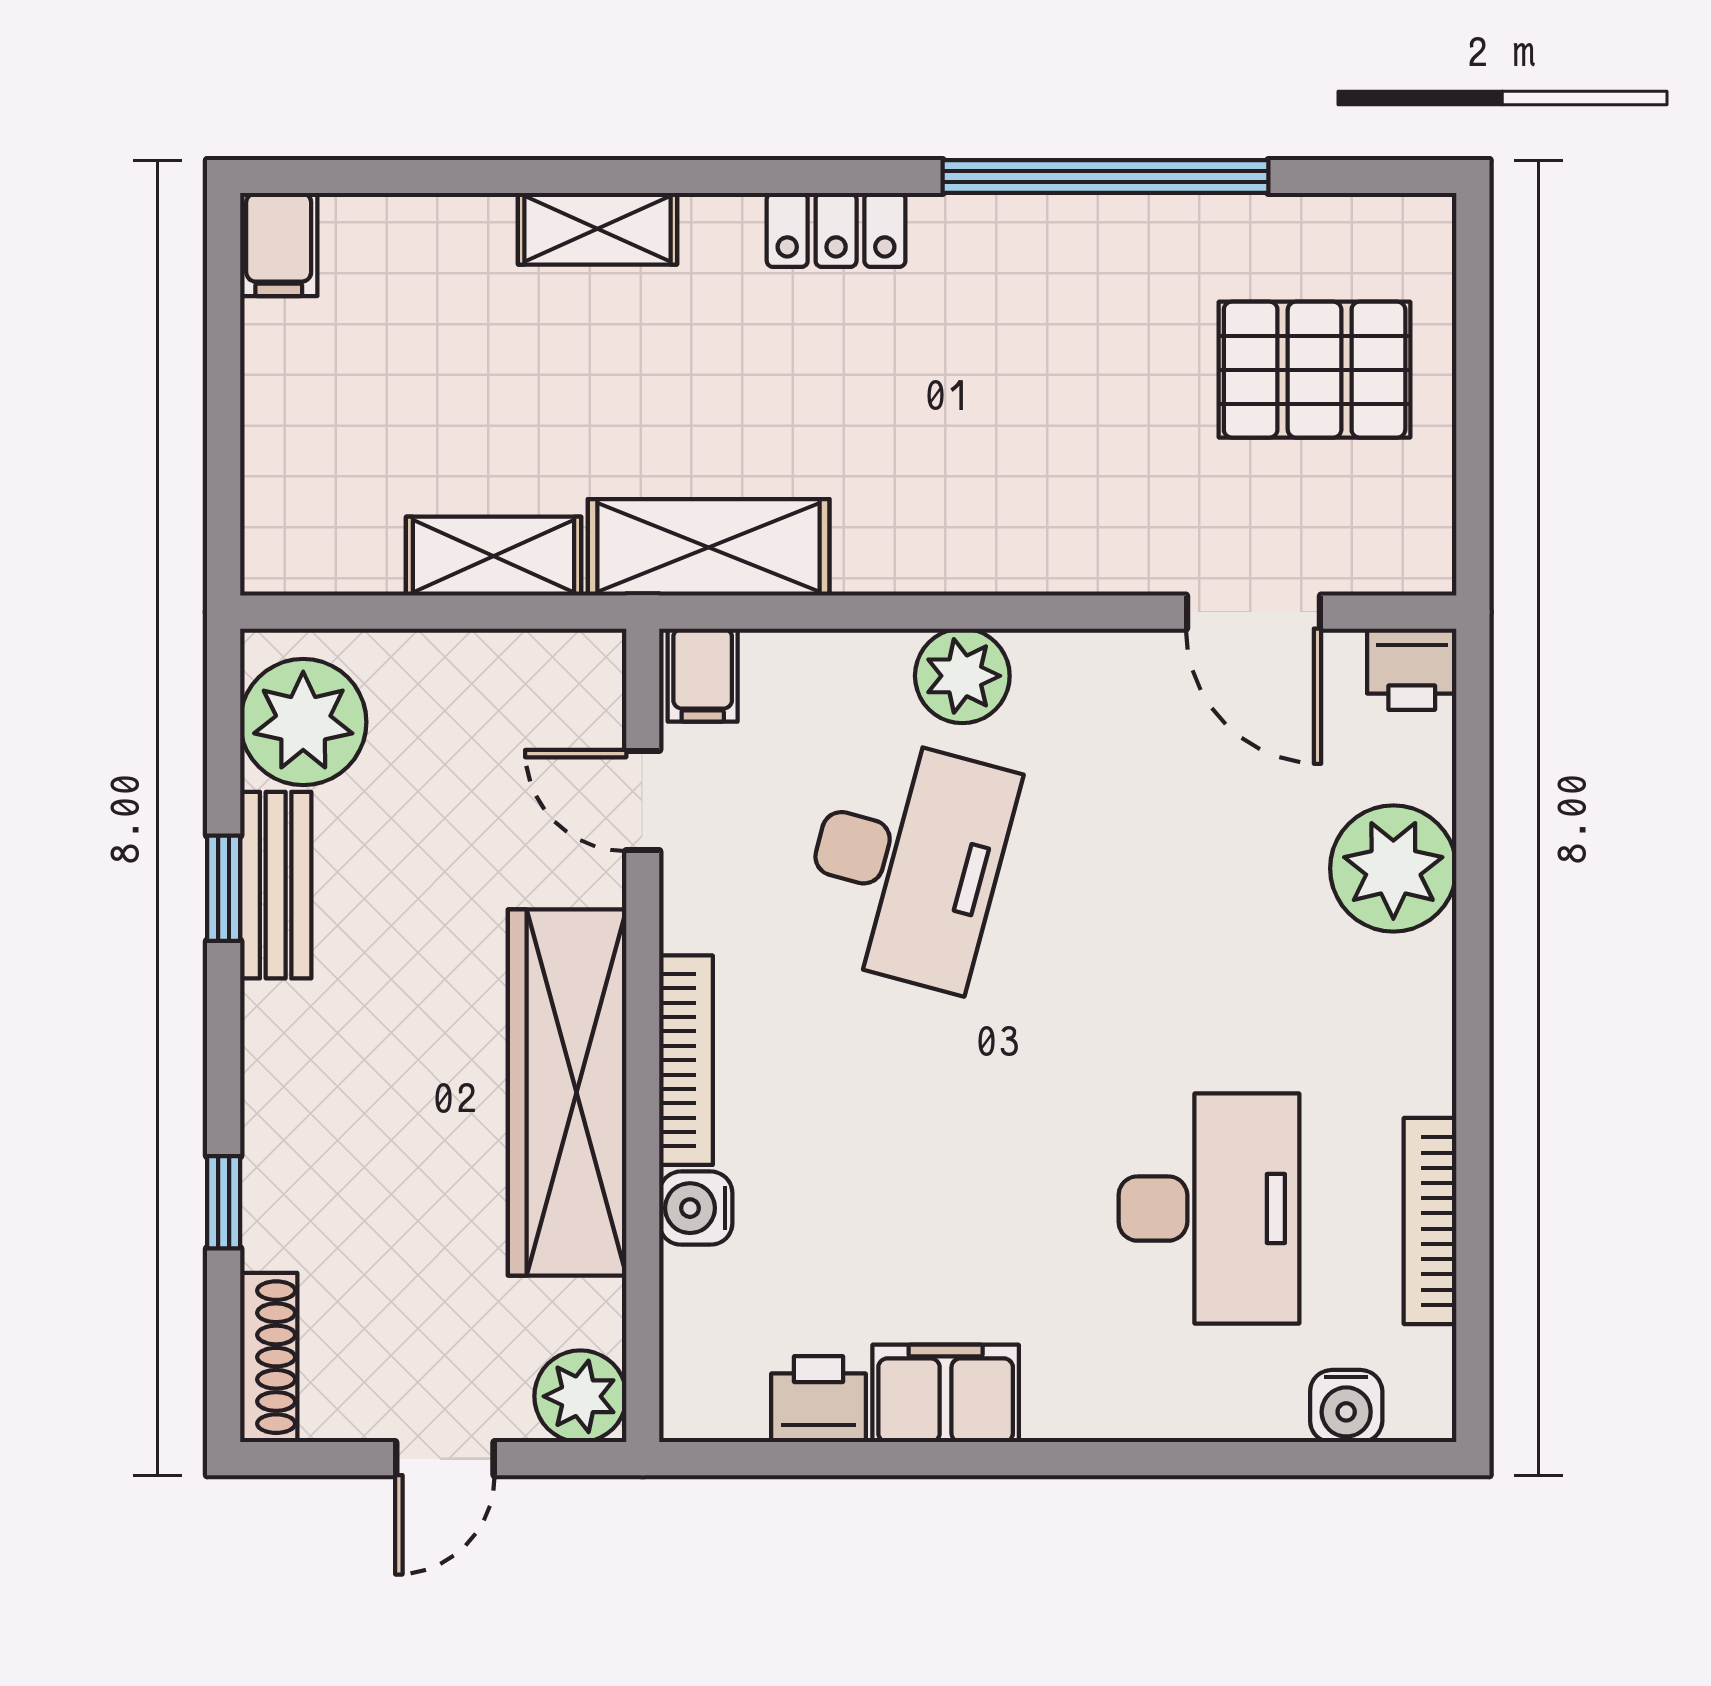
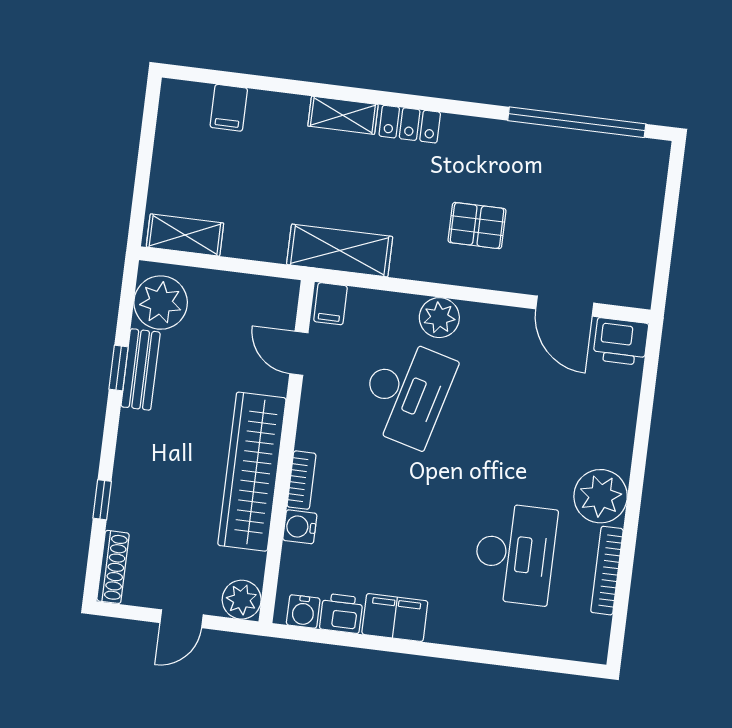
window: (1106, 176) -> (577, 122), moved
shelving: (598, 229) -> (343, 115), moved
filing cabinet: (279, 244) -> (229, 108), moved
pallet: (1315, 370) -> (477, 226), moved, width x0.67, depth x0.71
shelving: (494, 556) -> (185, 235), moved
printer: (1412, 669) -> (621, 342), width x1.36, depth x1.24
plant: (1393, 868) -> (601, 496), moved
bookcase: (686, 1060) -> (301, 480), width x0.64
water cooler: (1346, 1406) -> (303, 612), moved

